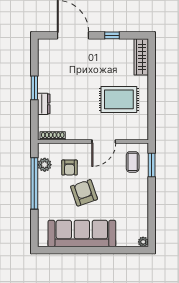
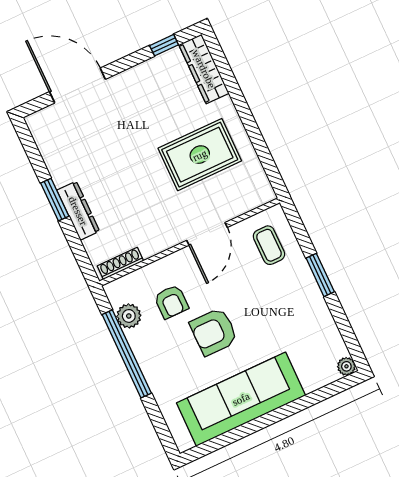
window: (112, 35) -> (164, 45), moved
dresser: (44, 104) -> (78, 211), width x1.44
window: (152, 165) -> (320, 275), moved
armchair: (84, 193) -> (214, 332), turned -71

